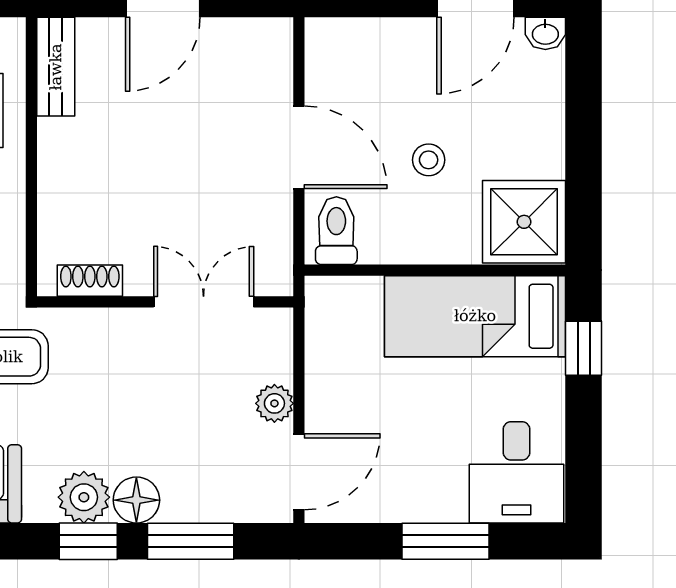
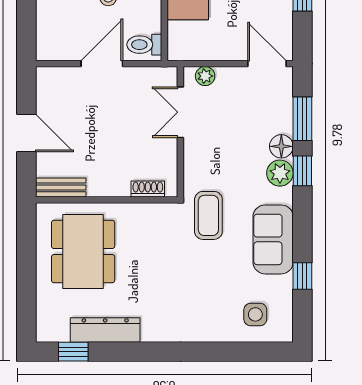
shoe rack: (90, 281) -> (148, 189), moved, turned 90
plant: (274, 403) -> (205, 76), moved

